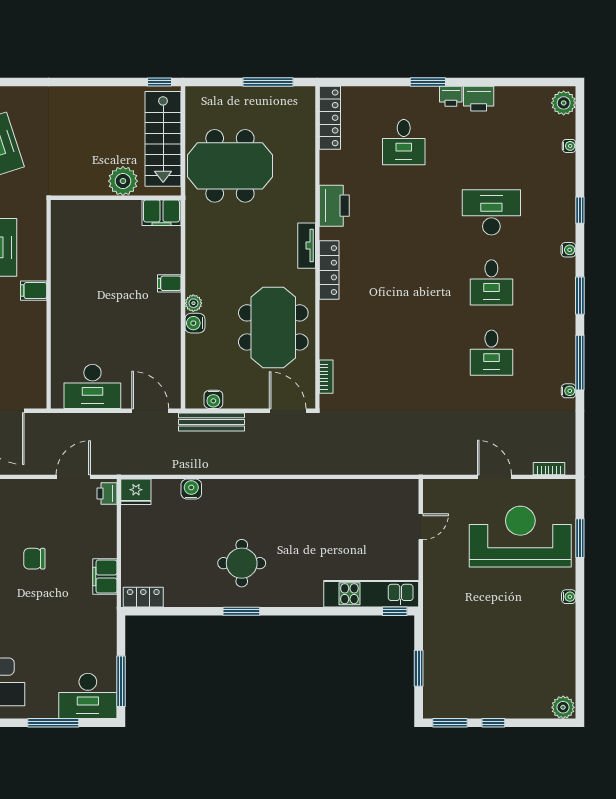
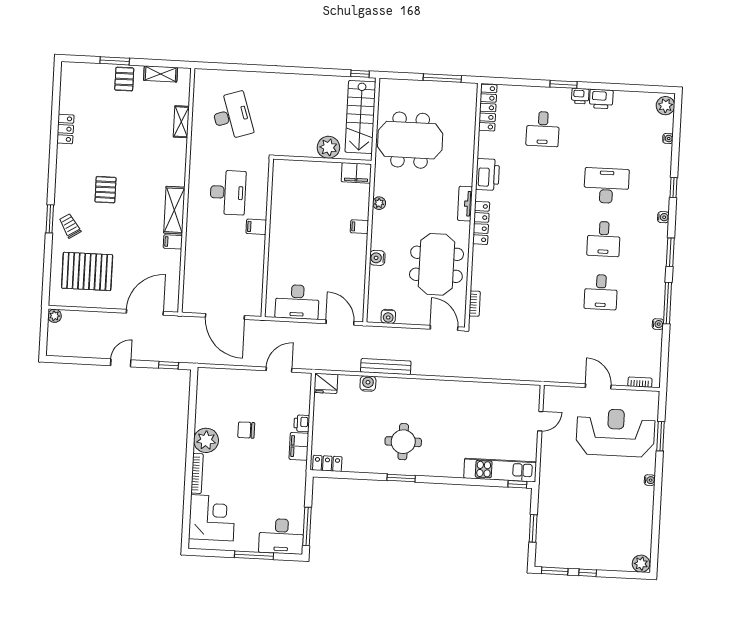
plant: (193, 303) -> (379, 203), moved
bench: (211, 422) -> (386, 367), moved
printer: (107, 494) -> (302, 423), moved

